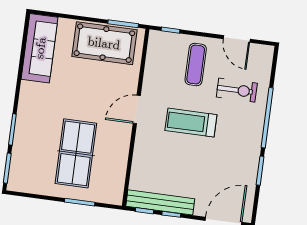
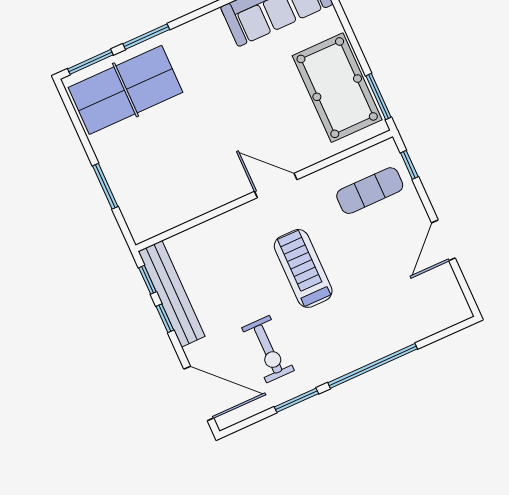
door: (237, 39) -> (443, 240), moved
exercise mat: (196, 65) -> (370, 191), moved
exercise bike: (237, 90) -> (268, 349), moved
table tennis table: (76, 153) -> (125, 90), moved

